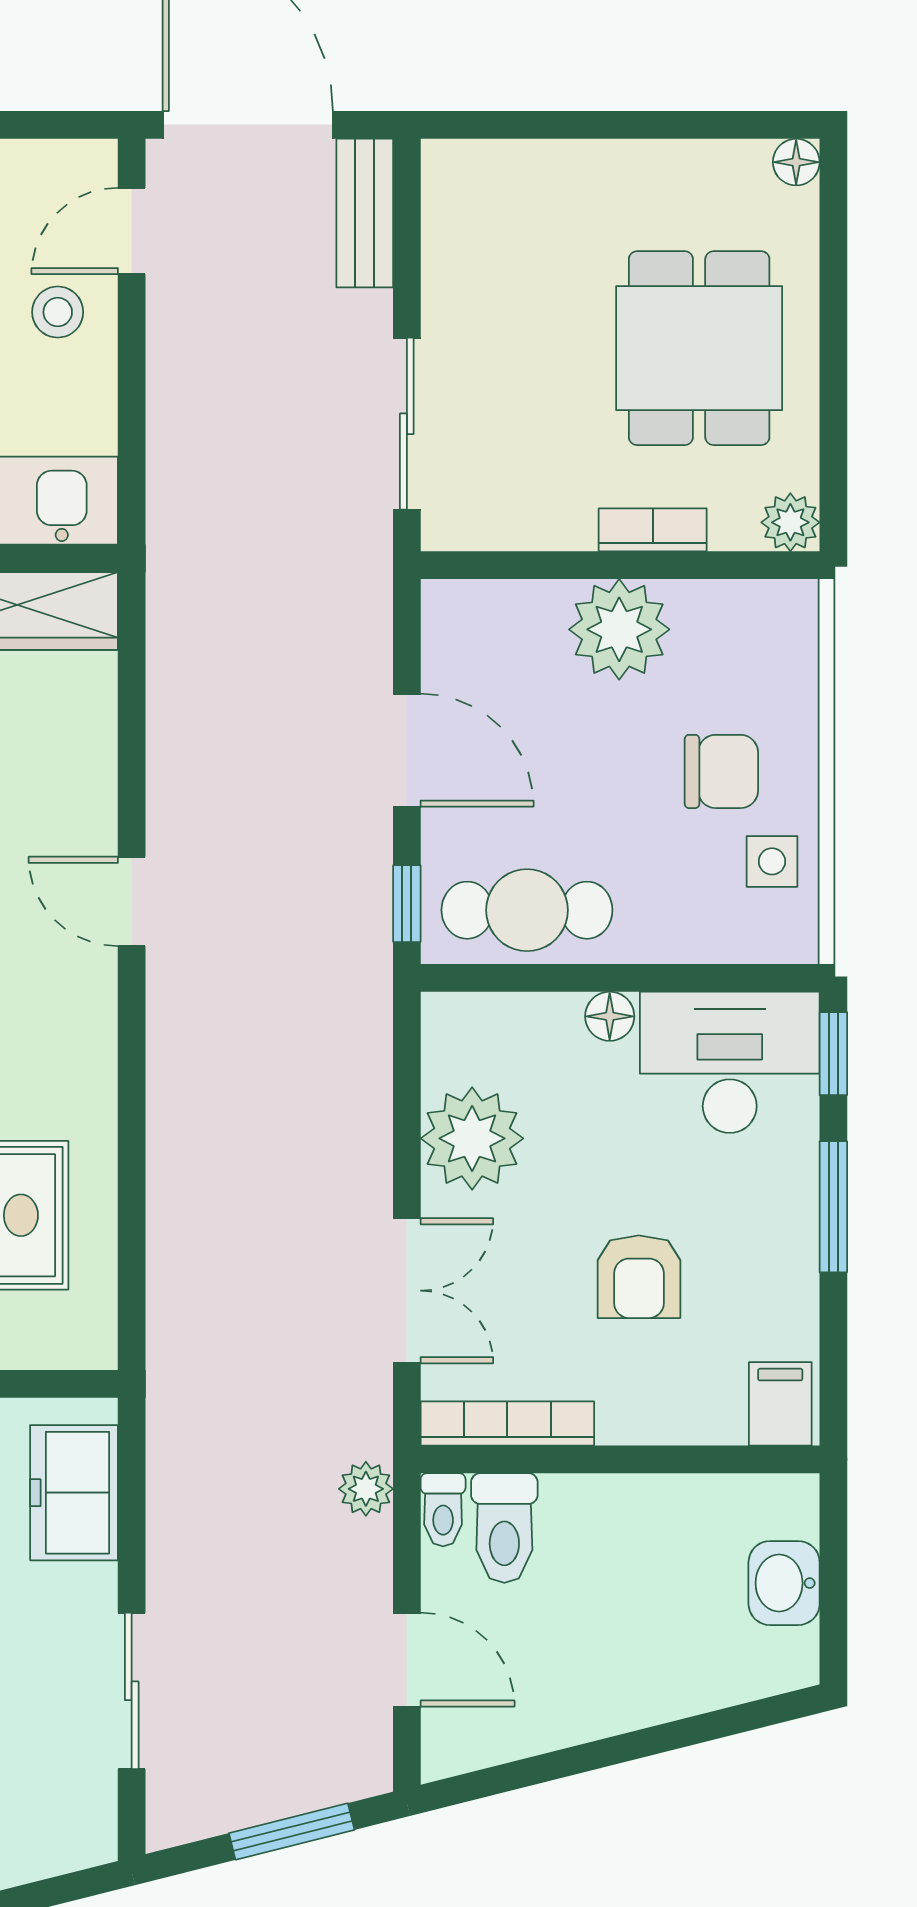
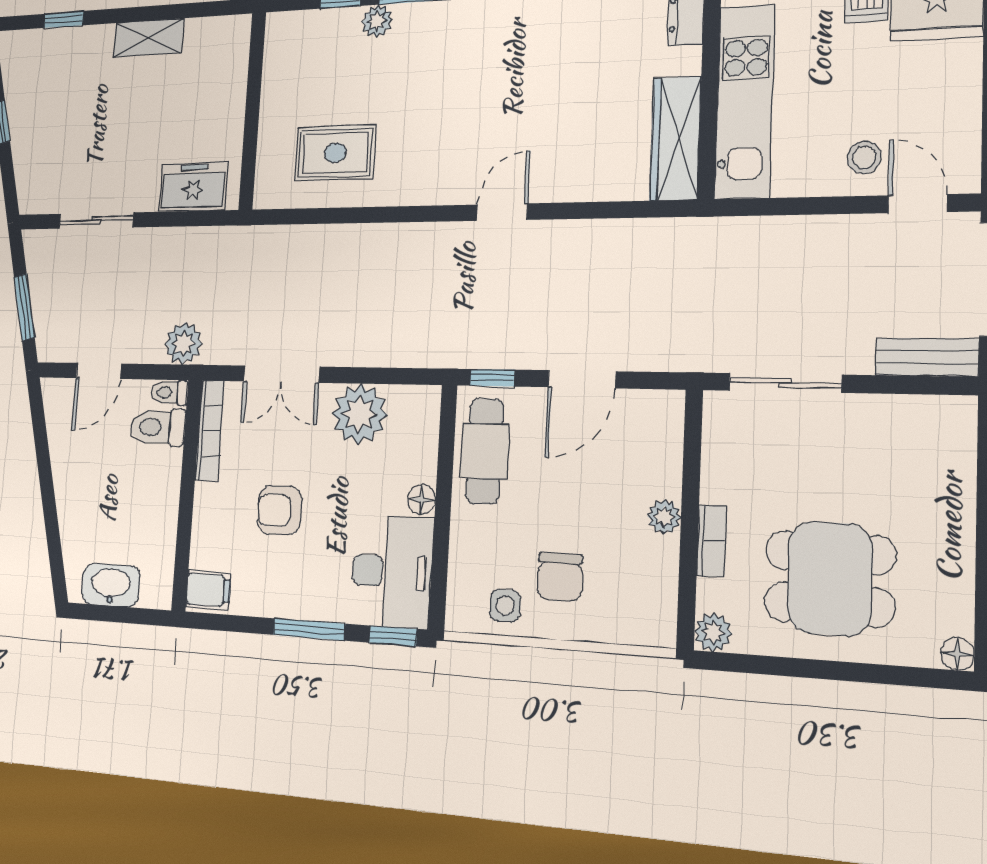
plant: (619, 629) -> (664, 517), width x0.53, depth x0.53
plant: (366, 1489) -> (183, 343), width x1.38, depth x1.38
washbasin: (784, 1583) -> (111, 585), width x1.38

